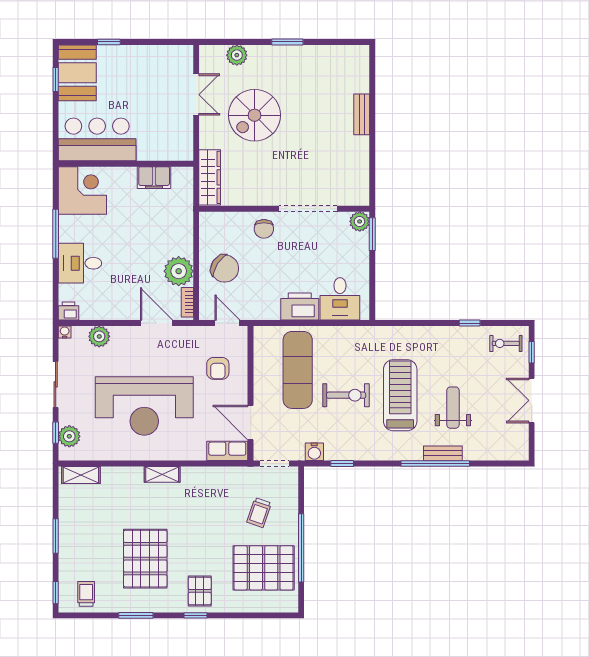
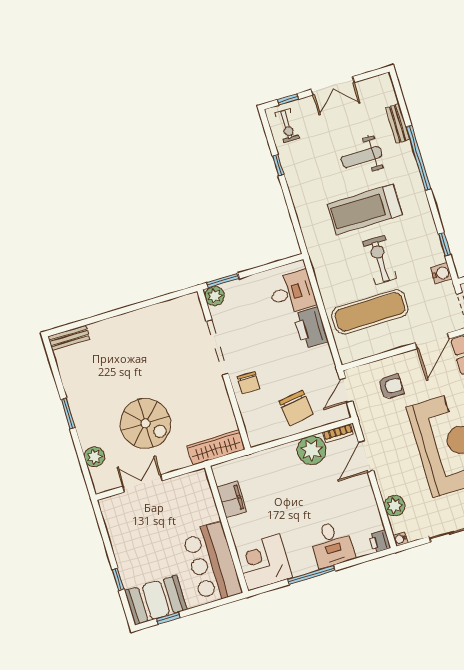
bench: (362, 114) -> (69, 338), moved
chair: (264, 229) -> (248, 383), turned 90
chair: (225, 269) -> (296, 408), turned 139
bench: (443, 453) -> (398, 124), moved

